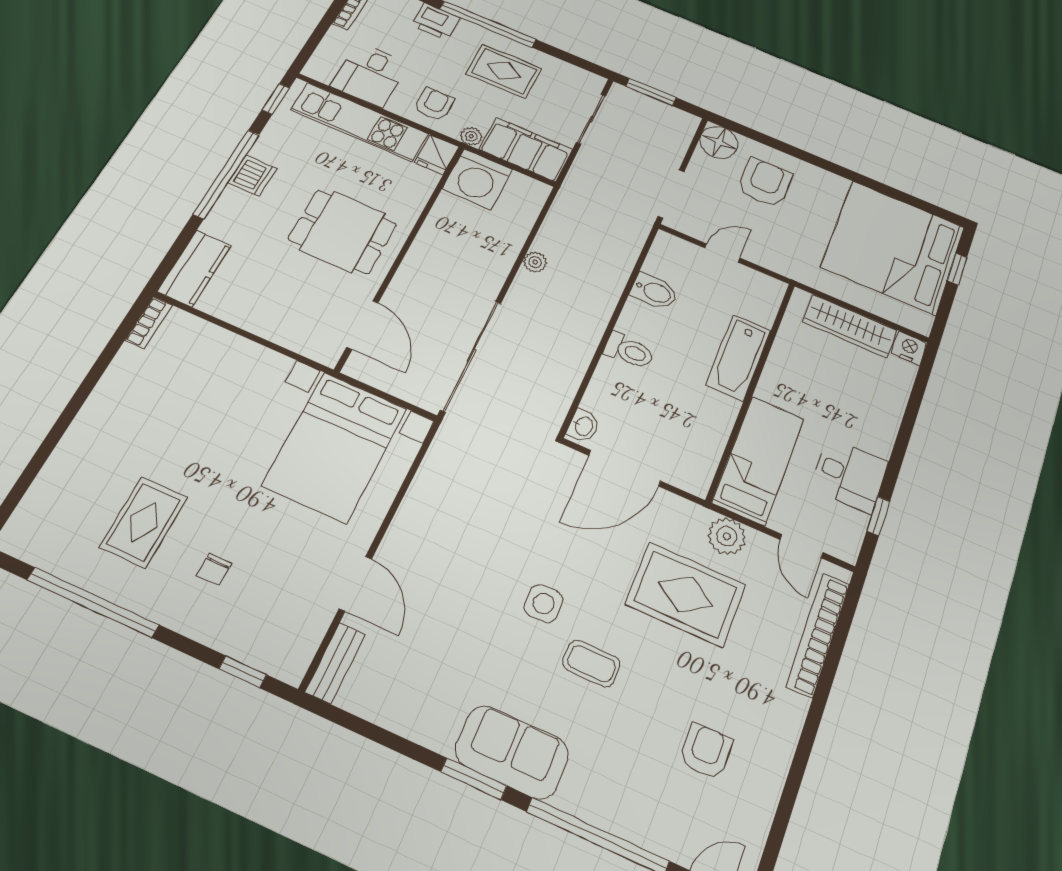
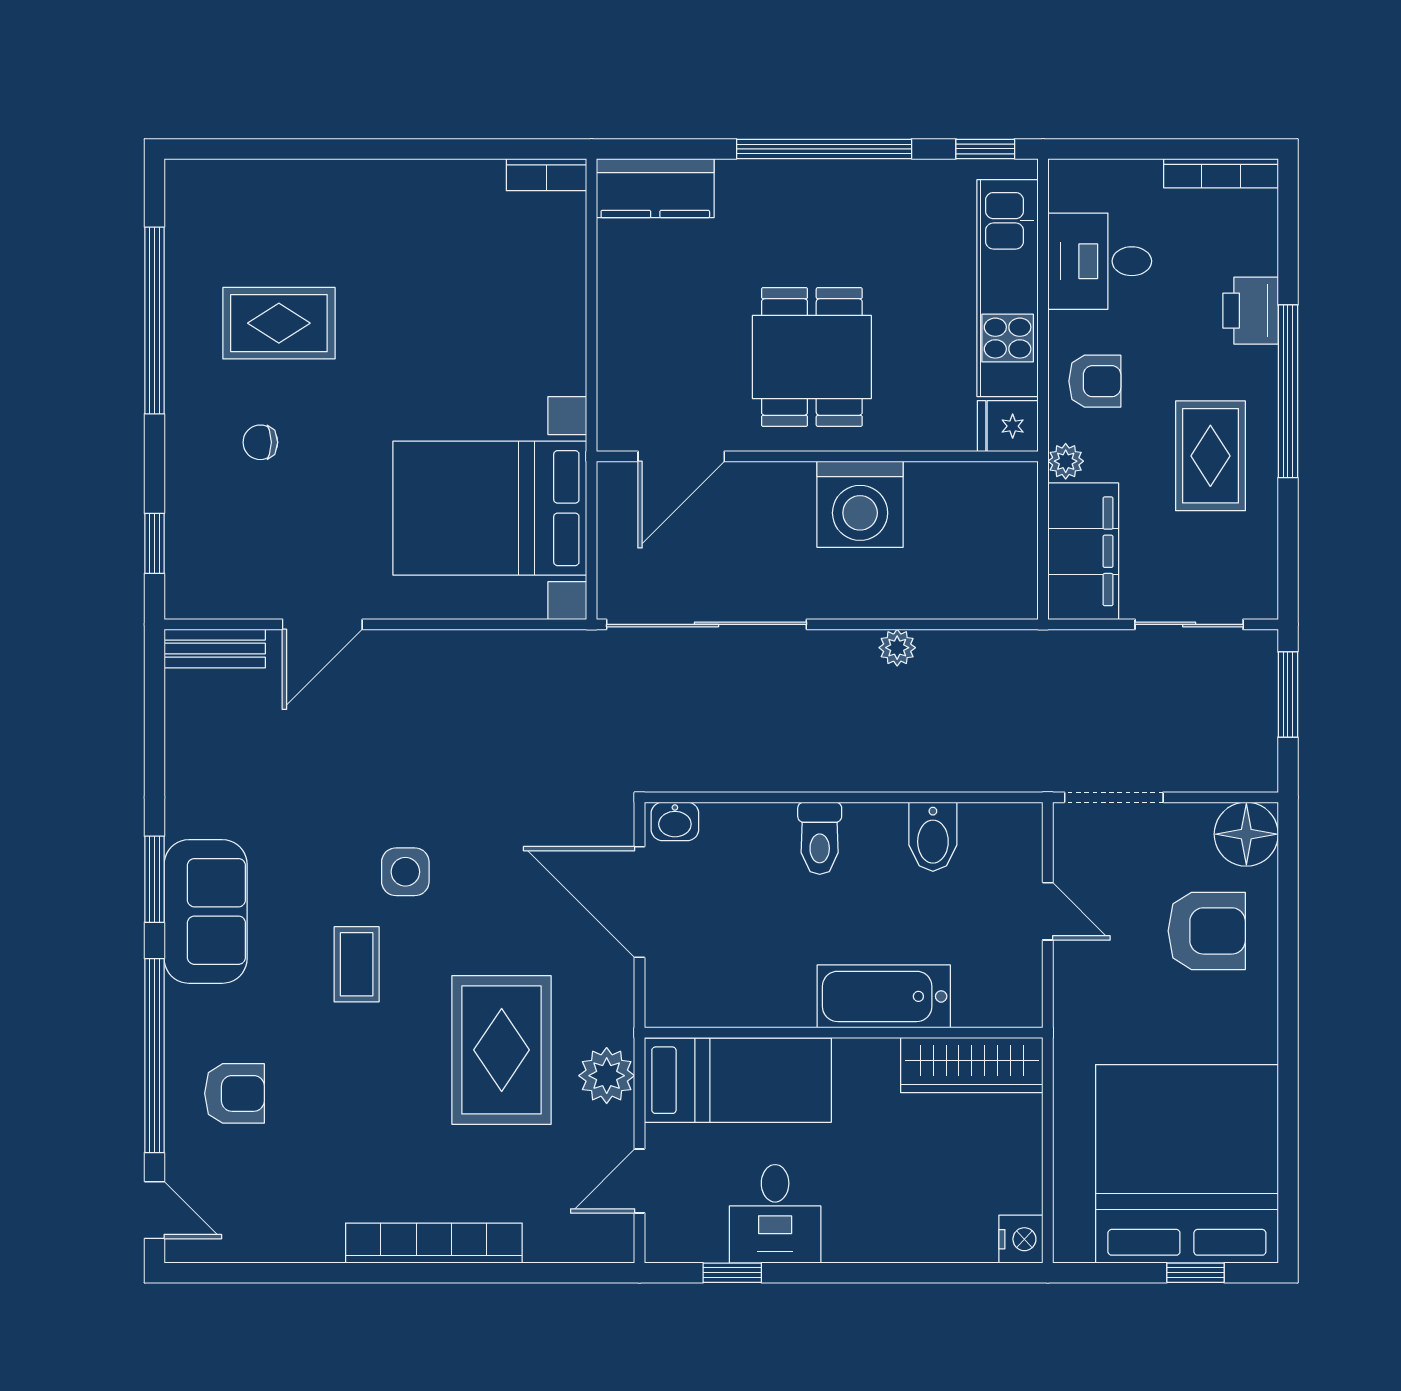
dishwasher: (252, 175) -> (840, 186), removed
washing machine: (477, 179) -> (860, 504), moved, turned -90
wardrobe: (850, 326) -> (972, 1065), moved, turned -90
bookcase: (818, 635) -> (434, 1243), moved
armchair: (706, 751) -> (234, 1093), moved

